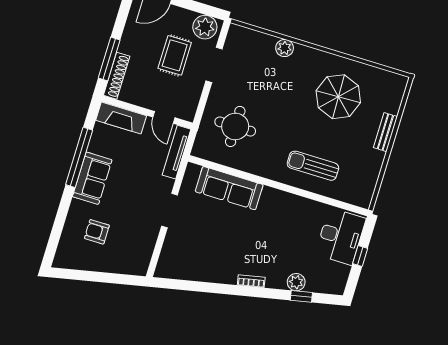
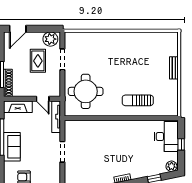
plant: (285, 48) -> (100, 37), removed
parasol: (338, 97) -> (140, 56), removed
round table: (235, 127) -> (86, 91), width x1.36, depth x1.36
sofa: (229, 188) -> (93, 128), removed
plant: (296, 282) -> (171, 166), moved

